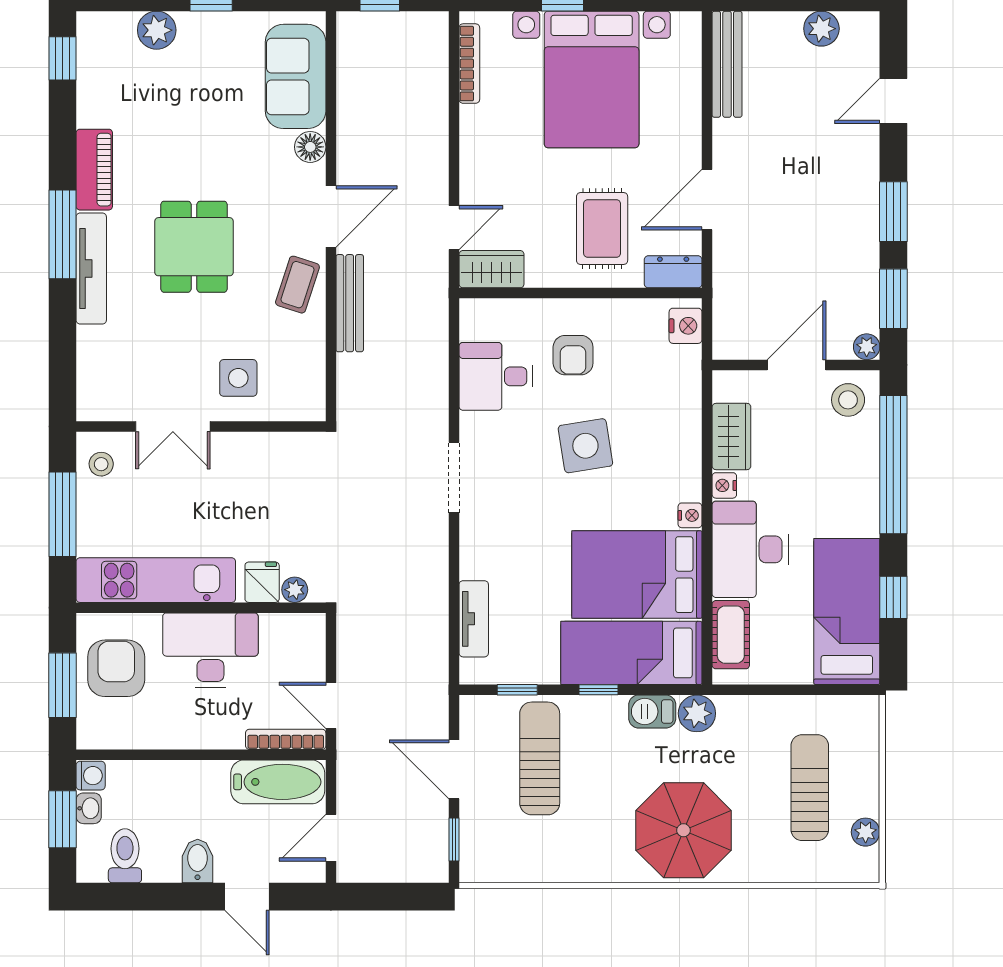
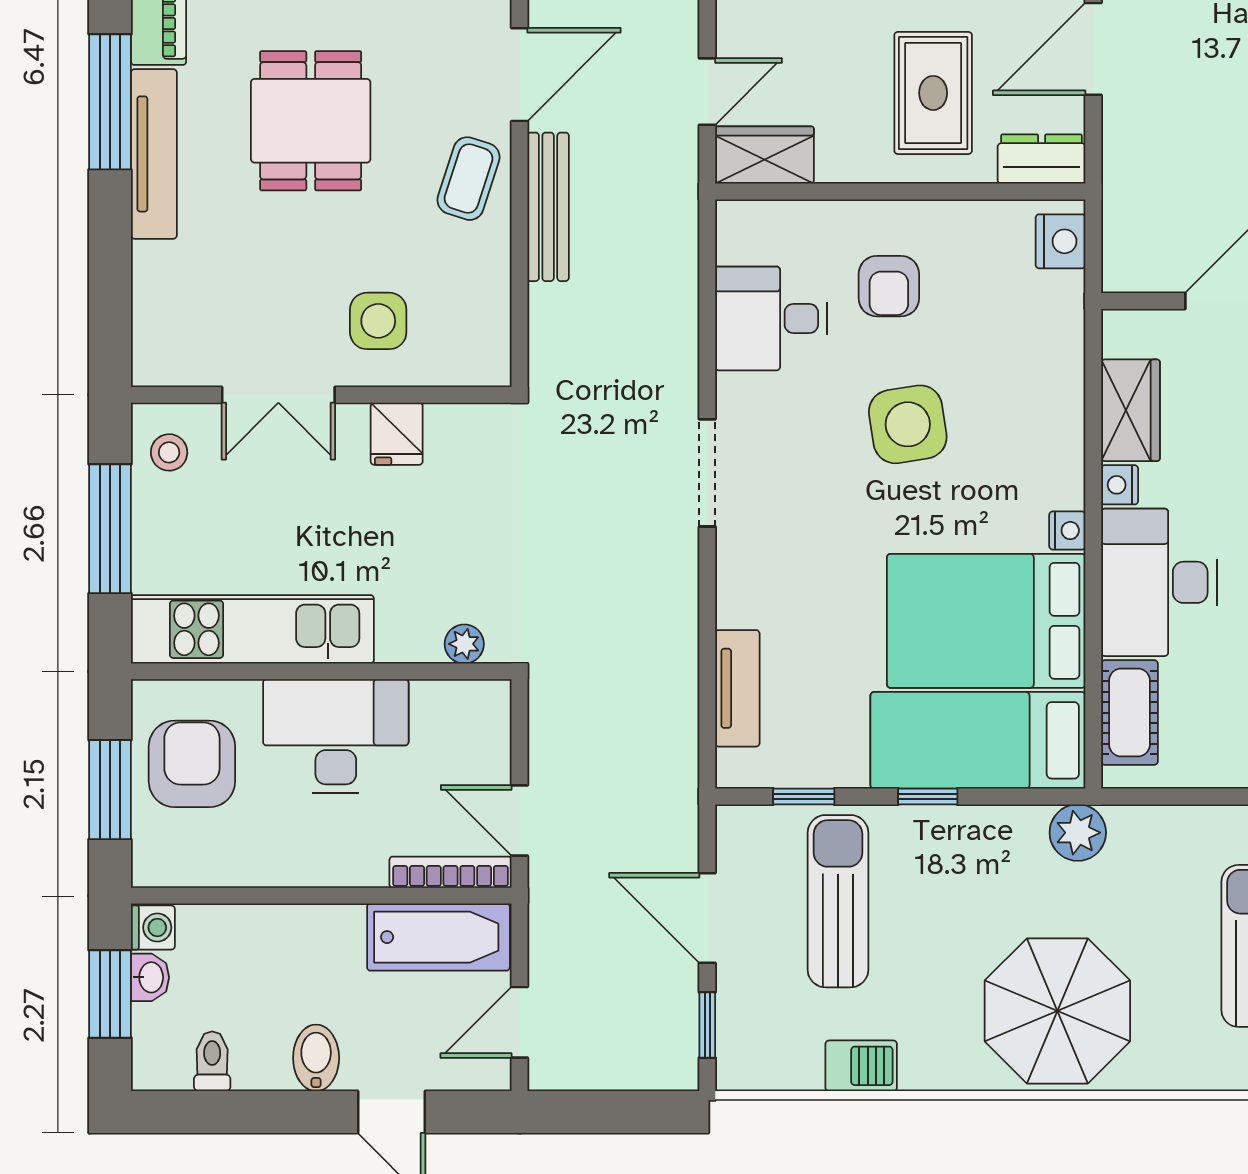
fridge: (262, 582) -> (397, 434), moved, turned 180
barbecue: (652, 712) -> (861, 1066), moved, turned 180
toilet: (125, 856) -> (212, 1061), width x0.73, depth x0.72

